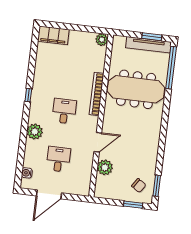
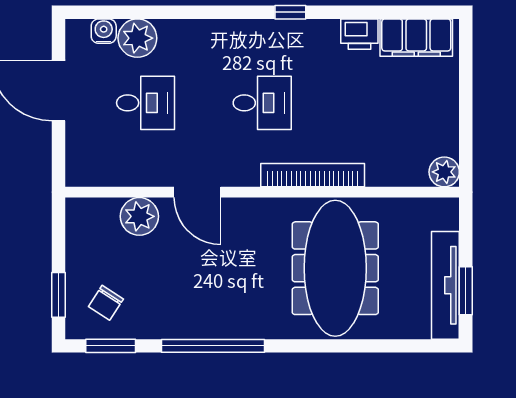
filing cabinet: (53, 35) -> (416, 38), moved, turned -90
printer: (41, 68) -> (359, 34), added
window: (171, 68) -> (213, 346), moved
plant: (35, 132) -> (137, 38), moved

